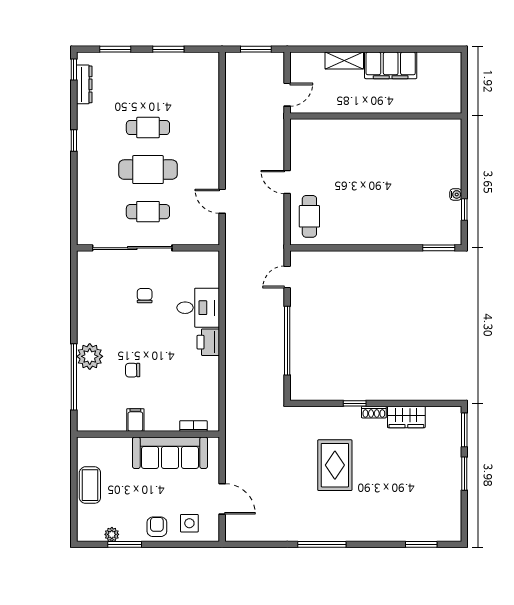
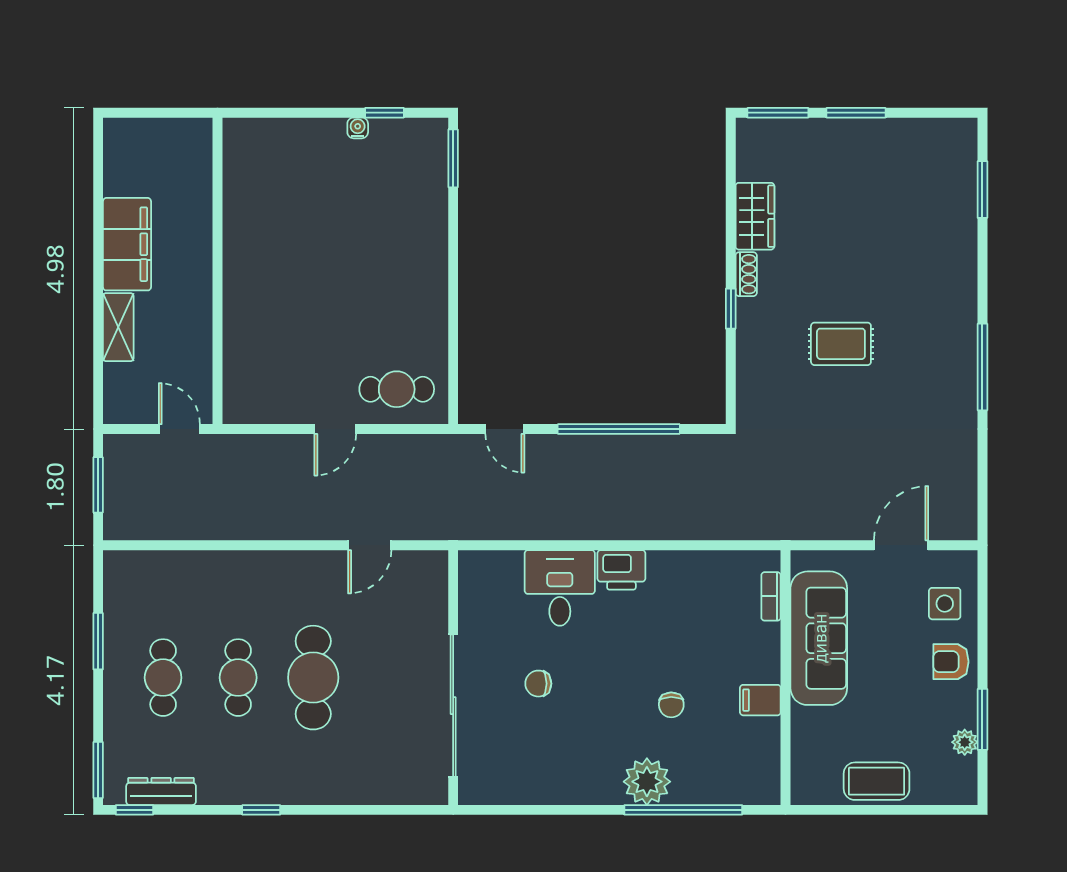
window: (115, 49) -> (98, 770), moved
cafe table: (148, 212) -> (163, 678), moved
rug: (335, 465) -> (841, 344), width x0.73, depth x0.70

